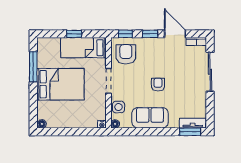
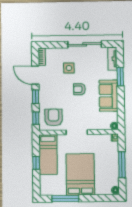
door: (175, 34) -> (35, 75), hinge flipped
armchair: (126, 54) -> (54, 117), turned 90
sliding door: (210, 72) -> (85, 44), moved
side table: (118, 107) -> (69, 68), moved
window: (71, 132) -> (122, 165), added
window: (190, 132) -> (120, 77), moved

